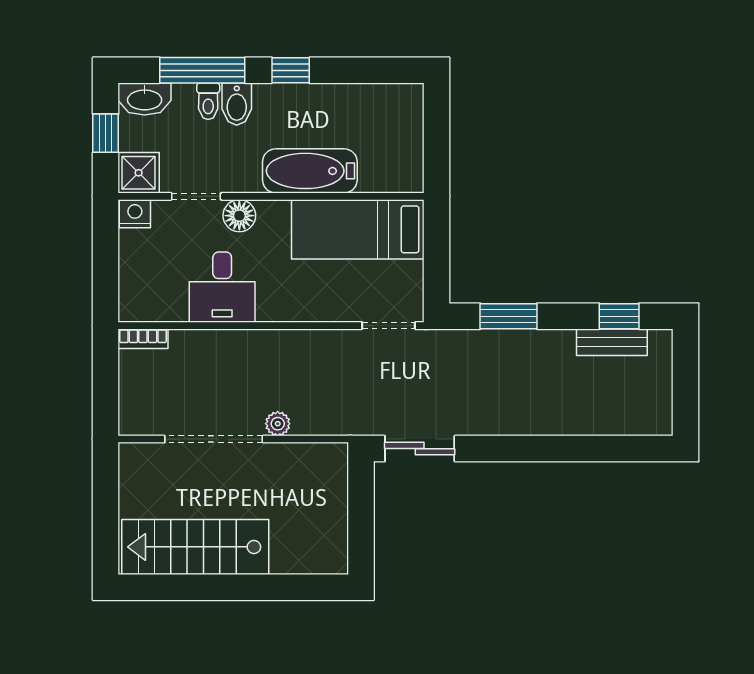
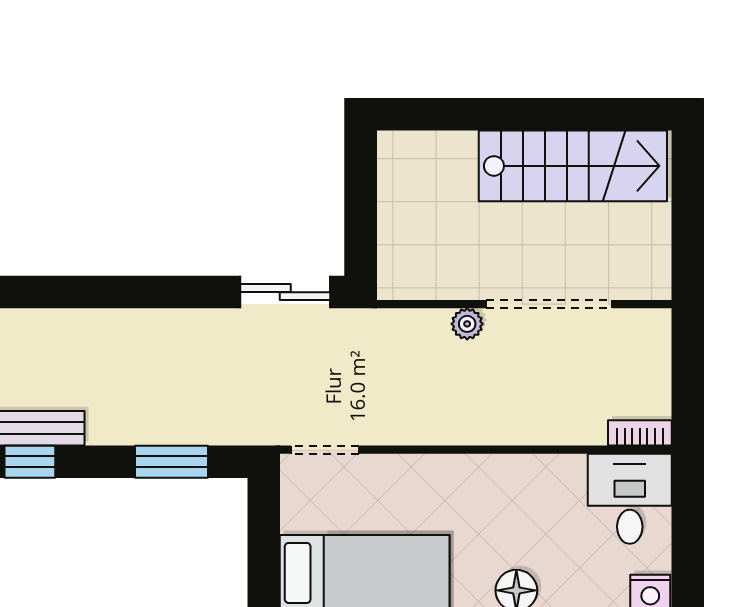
desk: (222, 287) -> (630, 499), moved

